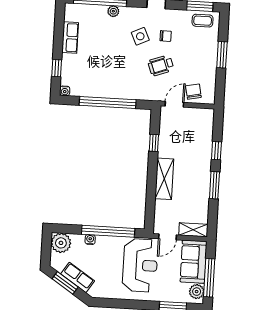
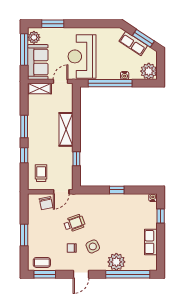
plant: (113, 11) -> (116, 262), width x1.87, depth x1.87
window: (108, 102) -> (117, 190), width x0.32
trolley: (197, 128) -> (41, 173), added

